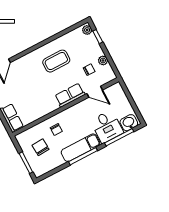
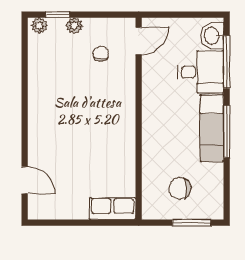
plant: (103, 60) -> (74, 26), moved
coffee table: (56, 61) -> (62, 97), removed
door: (95, 92) -> (139, 41), moved
row of seats: (70, 95) -> (124, 103), removed
chair: (56, 130) -> (165, 151), removed

